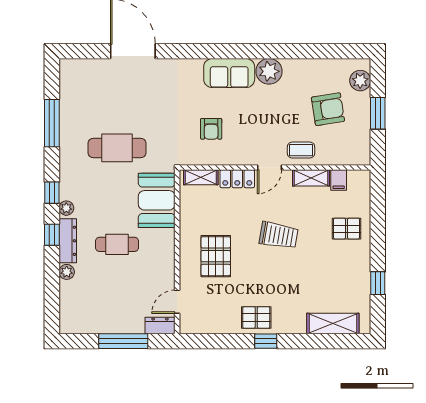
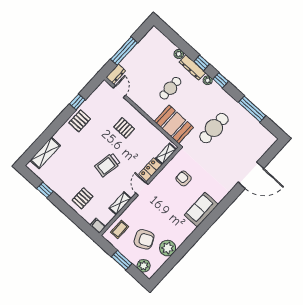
plant: (269, 71) -> (168, 248), moved
armchair: (328, 109) -> (144, 239), turned -106
coffee table: (301, 150) -> (120, 229), moved
filing cabinet: (339, 180) -> (98, 226), moved
pallet: (216, 256) -> (124, 128), width x0.67, depth x0.71
window: (266, 341) -> (77, 102), moved

